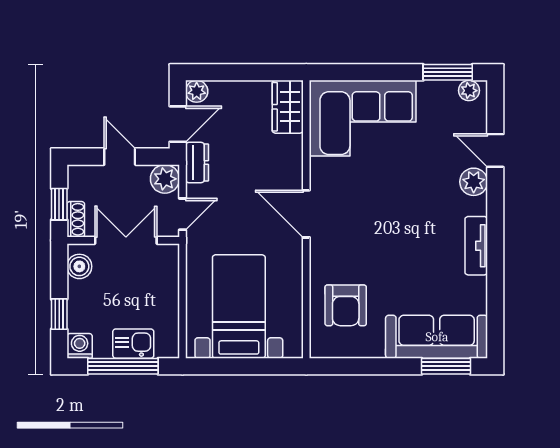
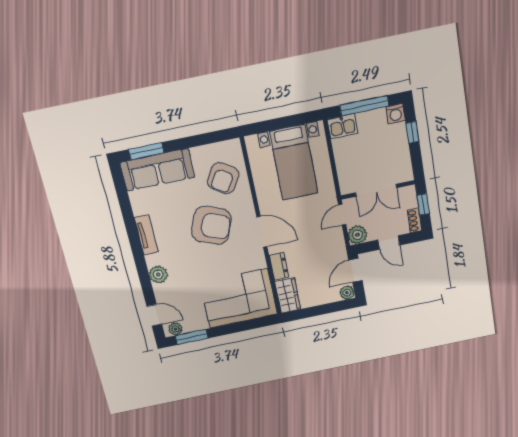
door: (495, 150) -> (154, 315), moved
dresser: (197, 163) -> (279, 266), moved, turned 180
shoe rack: (76, 219) -> (415, 220), moved
armchair: (378, 239) -> (211, 225), added
boiler: (79, 266) -> (404, 167), removed
armchair: (346, 305) -> (223, 178), turned -149
kitchen sink: (133, 344) -> (343, 126), moved

